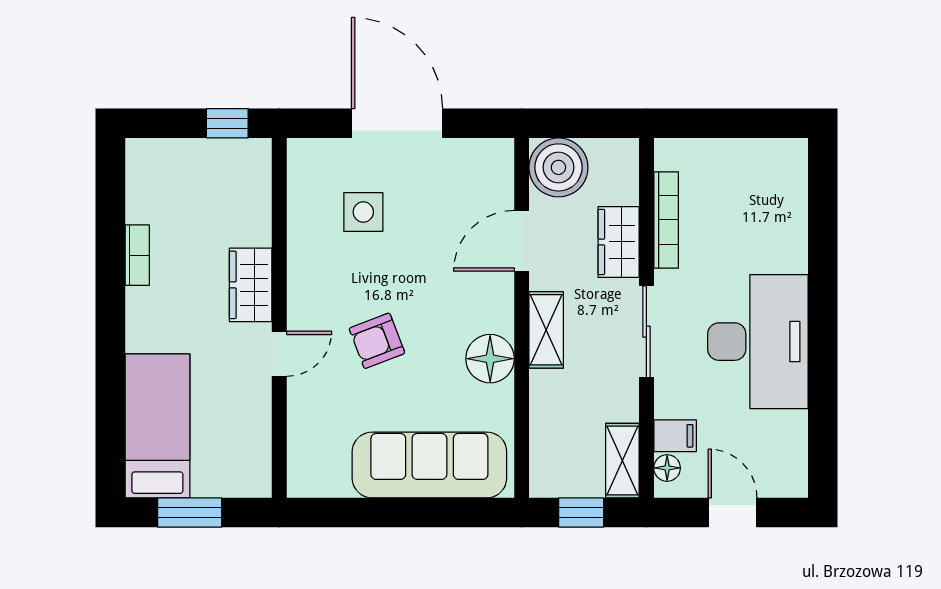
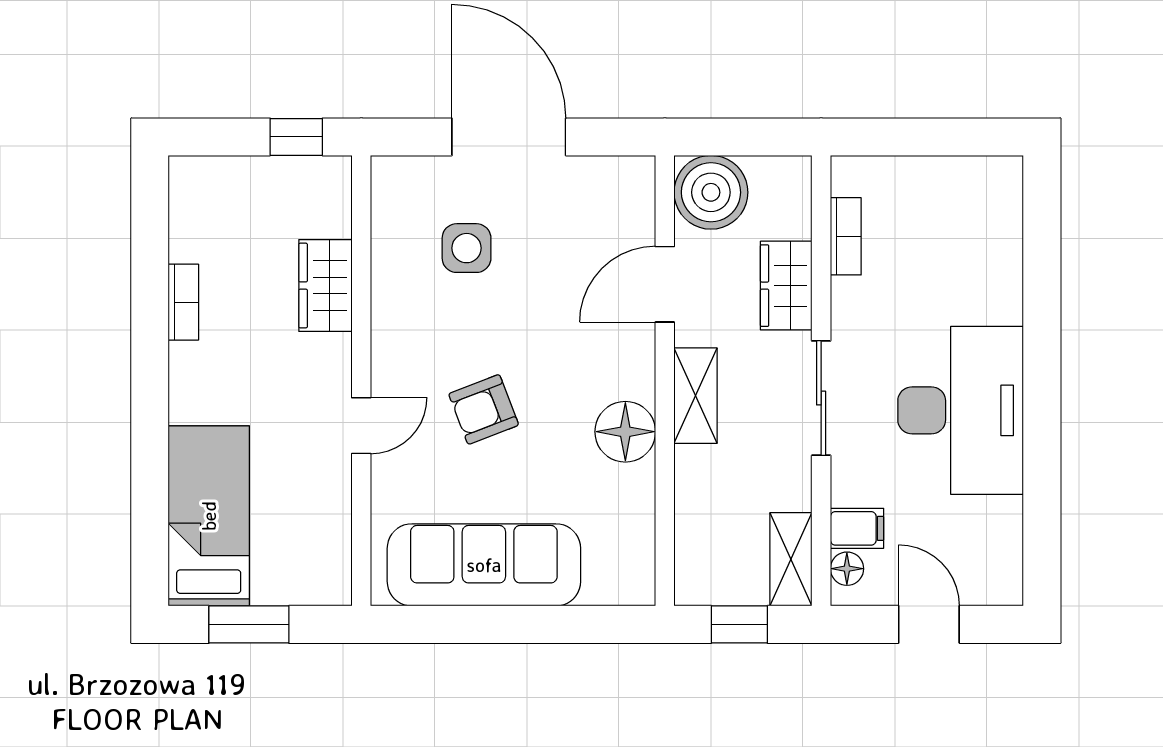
bookcase: (666, 220) -> (846, 236), width x0.64
wardrobe: (251, 285) -> (325, 286), moved
sofa: (429, 465) -> (484, 565), moved

